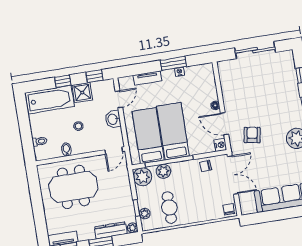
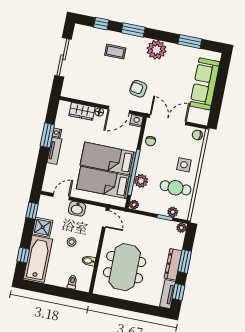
tv unit: (148, 78) -> (54, 151), moved
window: (63, 81) -> (23, 255), moved
wardrobe: (210, 88) -> (82, 111), added
door: (119, 99) -> (61, 197), hinge flipped
coffee table: (280, 99) -> (115, 52), added
plant: (143, 177) -> (134, 205), width x0.53, depth x0.53
side table: (195, 207) -> (184, 165), added
dresser: (111, 230) -> (173, 264), moved

